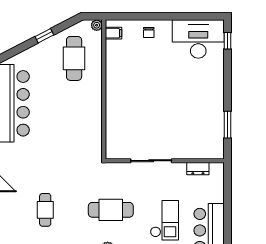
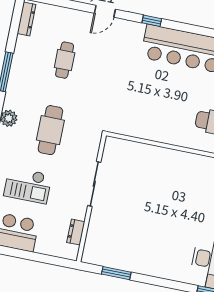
cafe table: (45, 210) -> (65, 60), turned 90

